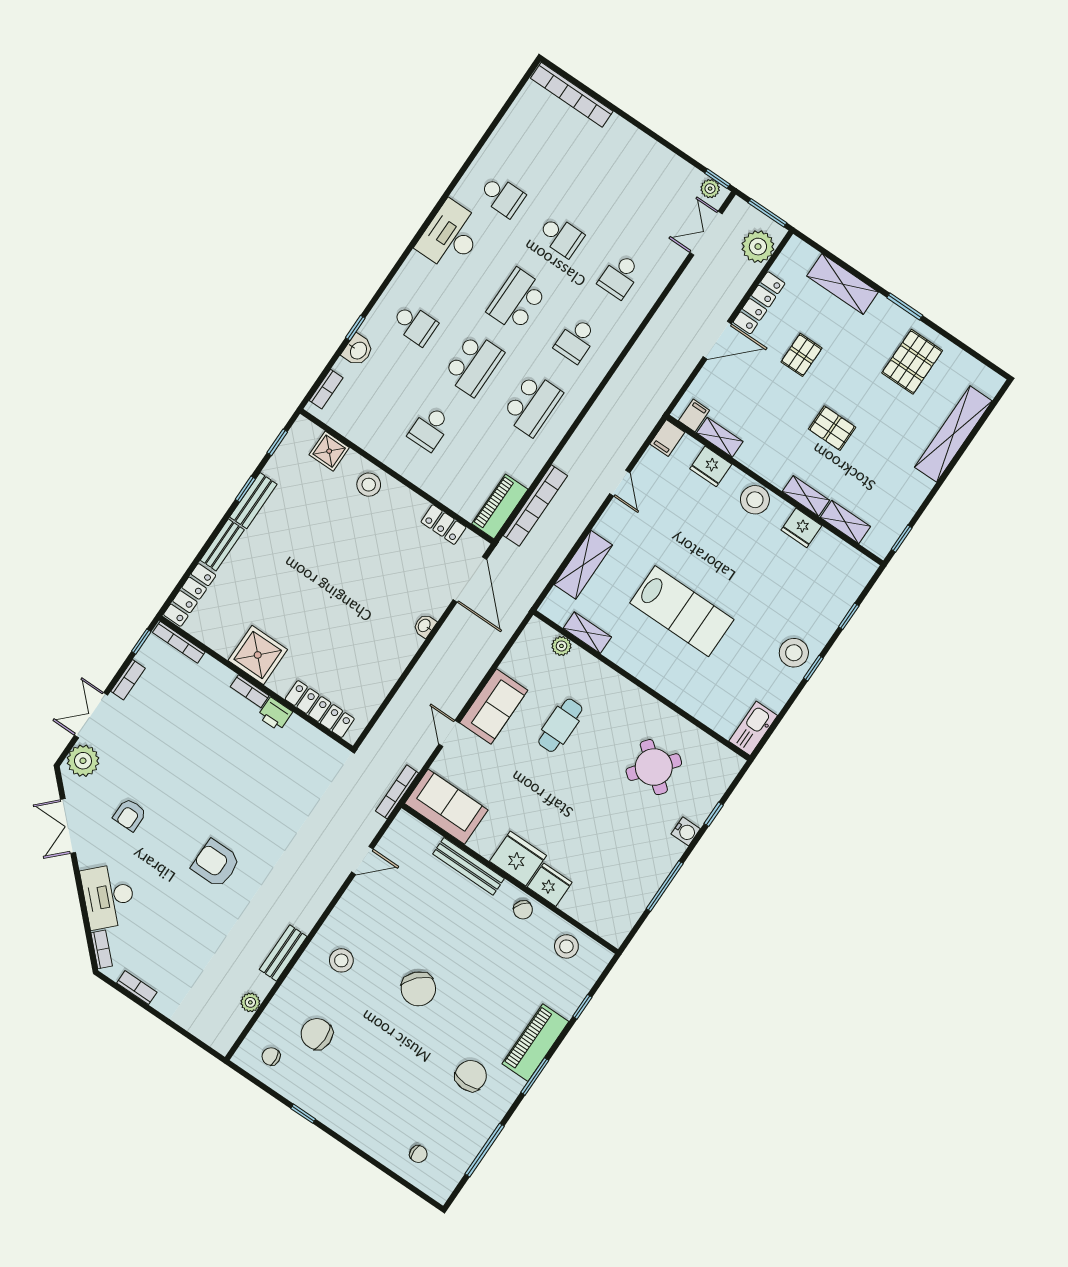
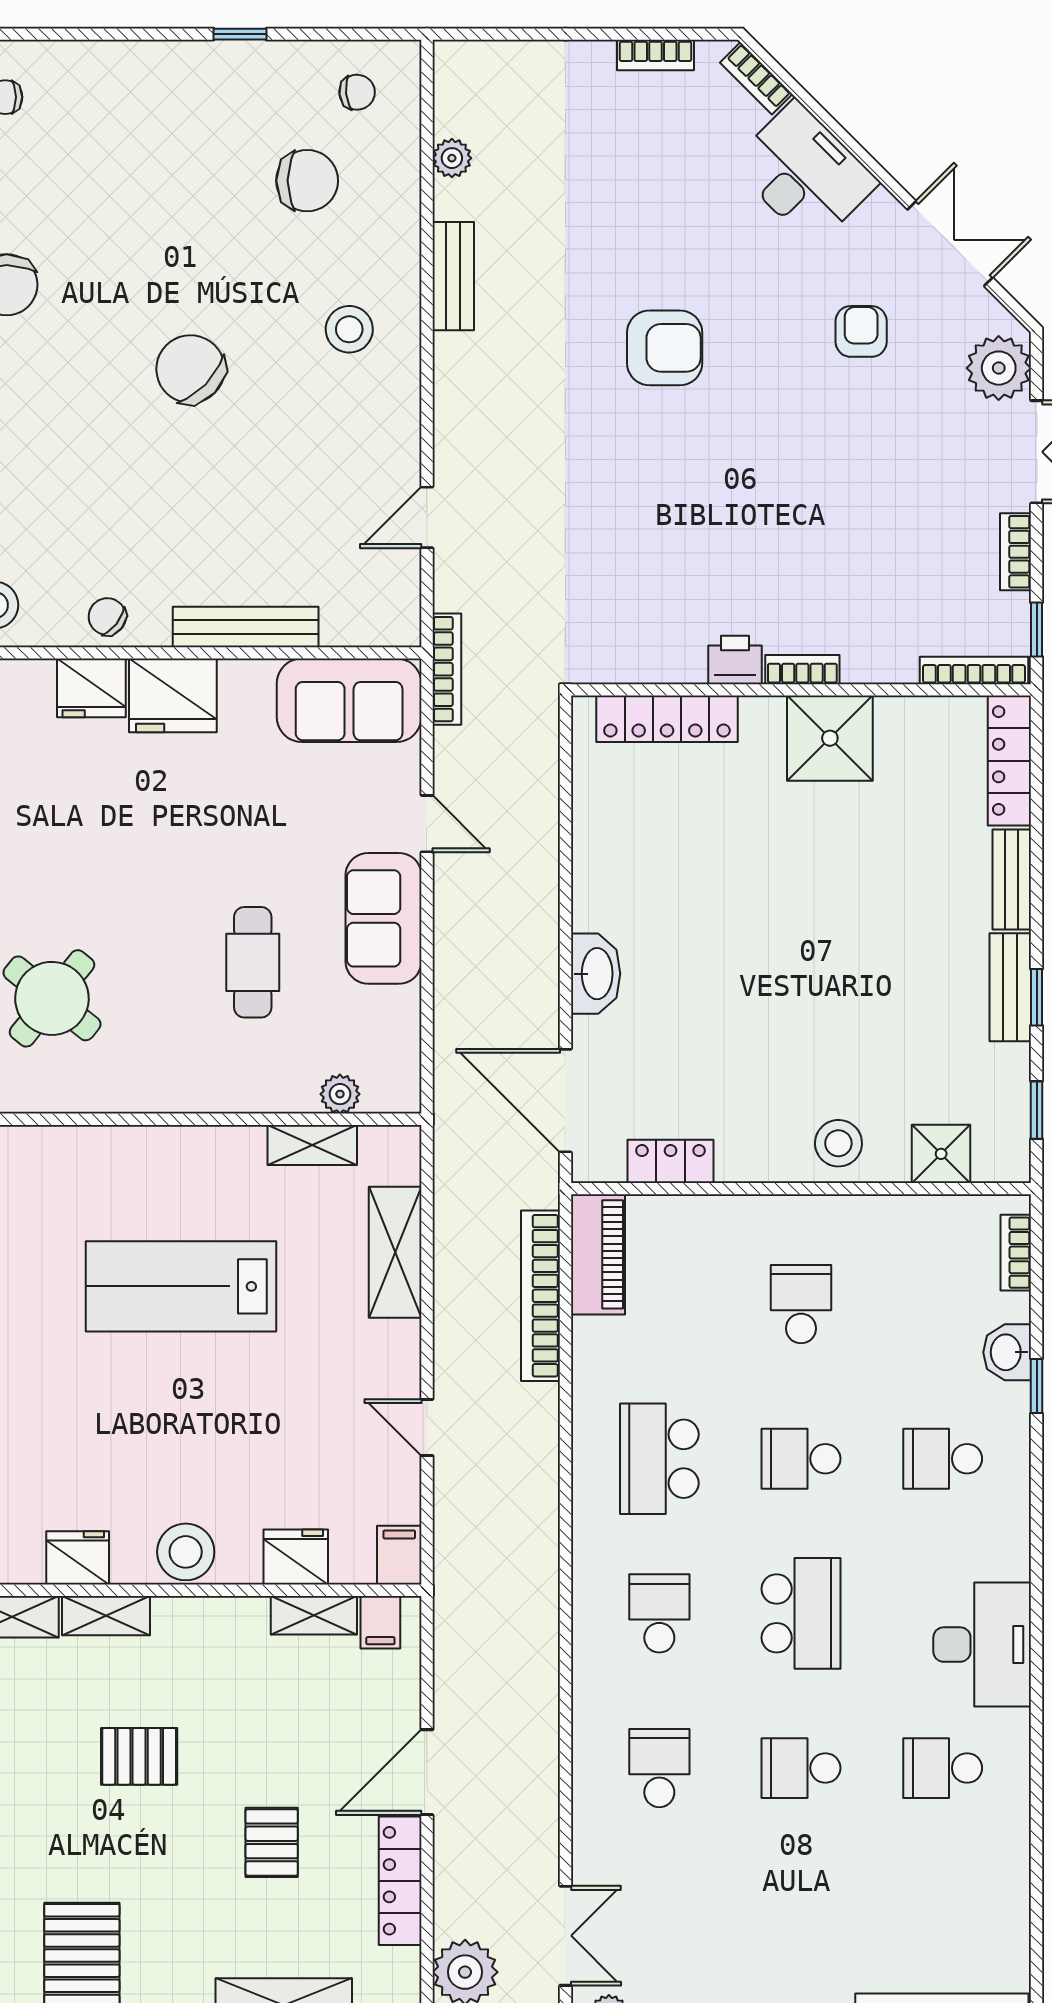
school desk: (473, 364) -> (801, 1459), width x0.54
washbasin: (425, 626) -> (596, 974), width x1.91, depth x1.45

